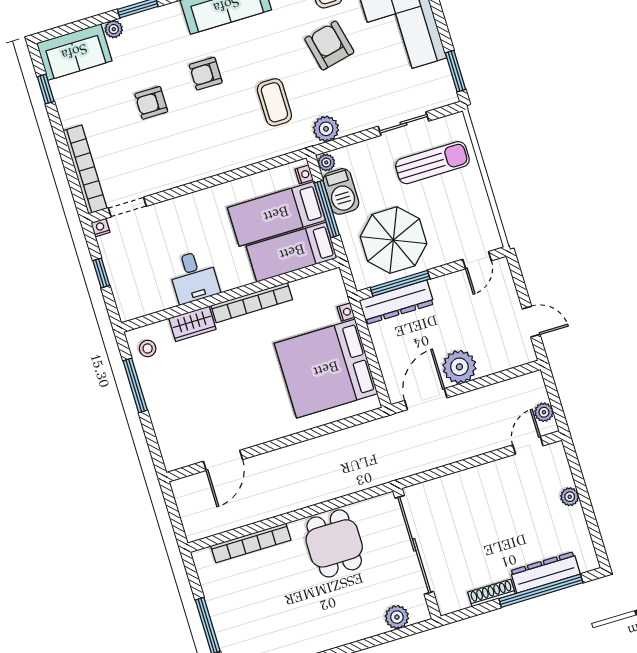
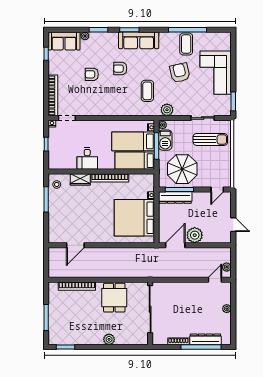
plant: (397, 617) -> (109, 339), moved

